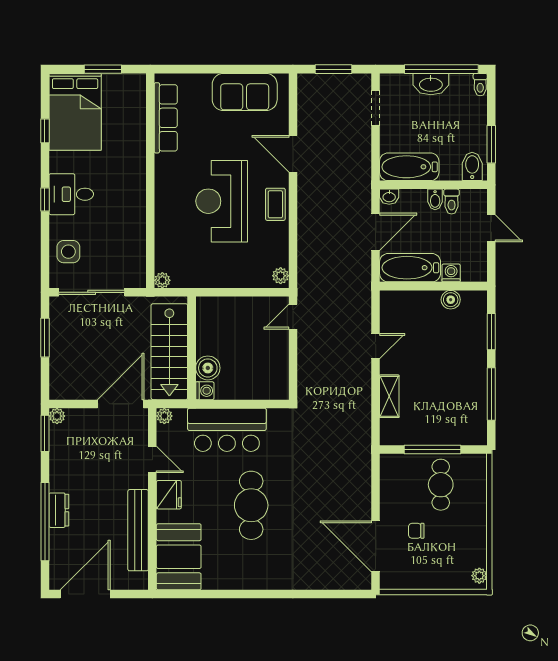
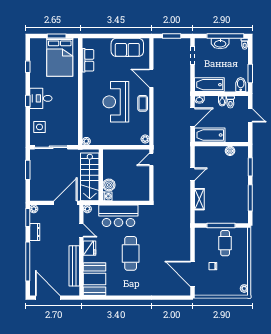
bed: (75, 112) -> (60, 57), moved
row of seats: (166, 118) -> (88, 60), width x0.68
washing machine: (451, 273) -> (230, 138), removed
dresser: (59, 510) -> (35, 232), moved
door: (85, 594) -> (48, 298), hinge flipped

